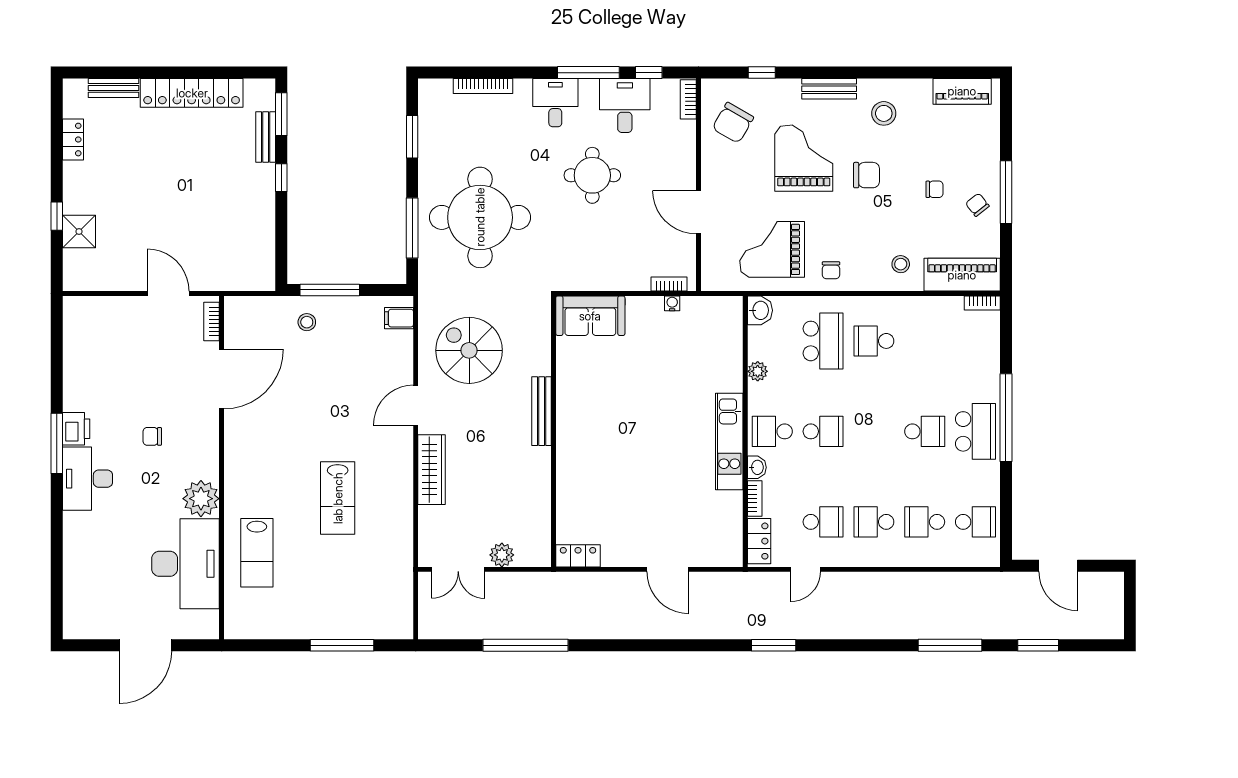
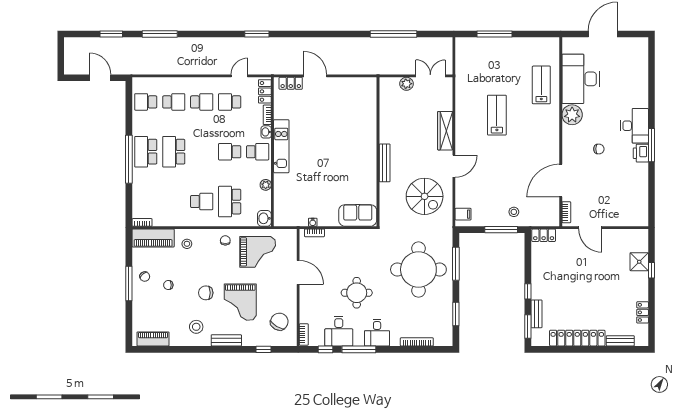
locker: (253, 280) -> (544, 235), added
school desk: (925, 431) -> (174, 152), width x1.85
locker: (578, 556) -> (291, 83), moved

